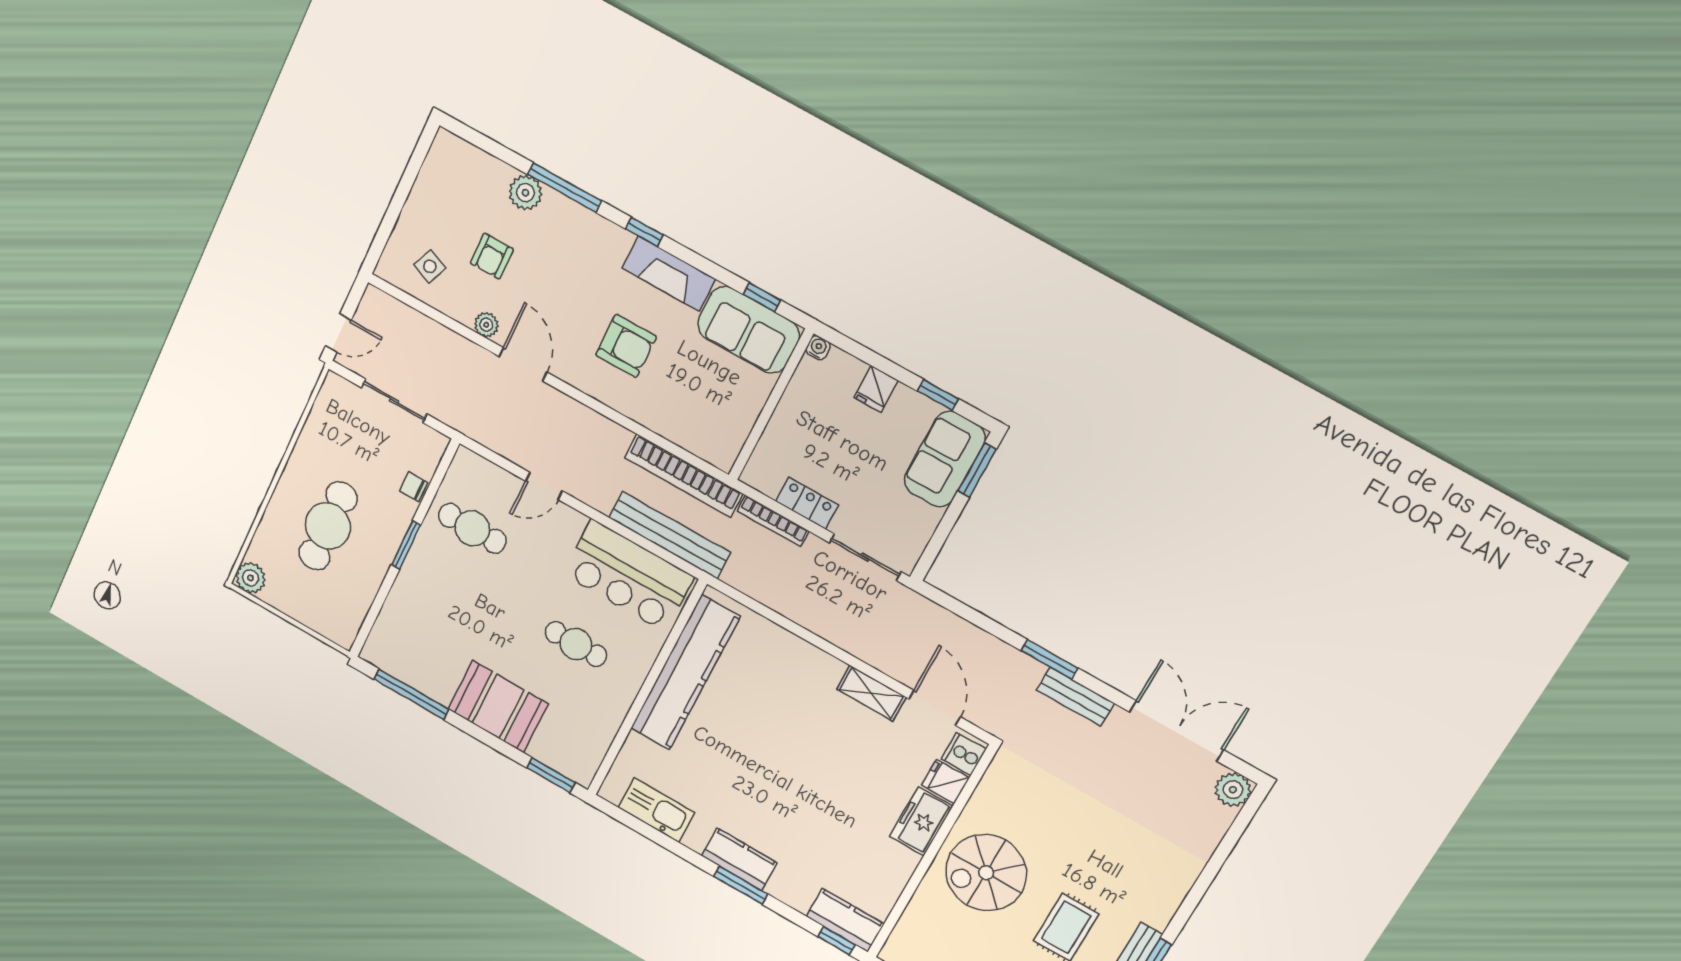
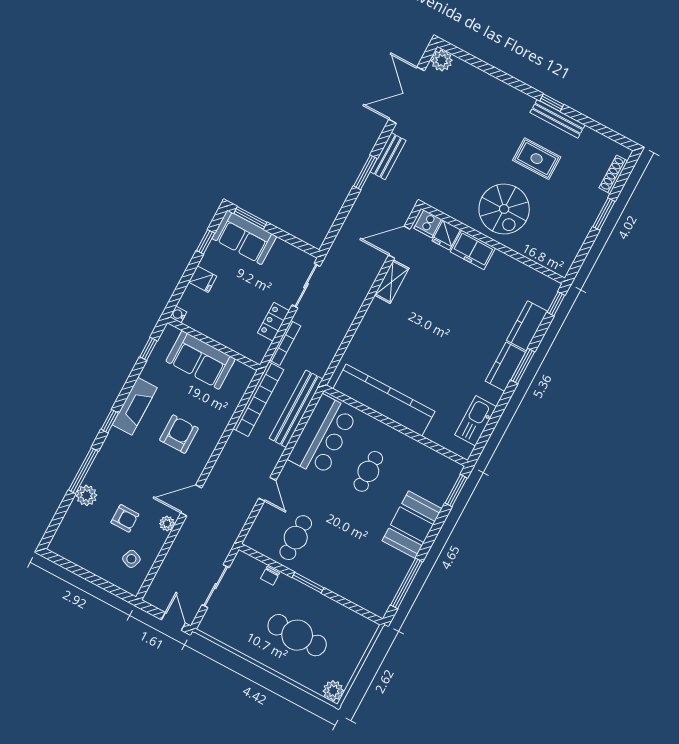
sofa: (748, 330) -> (201, 360), moved, turned 90
kitchen counter: (845, 920) -> (527, 326), moved

